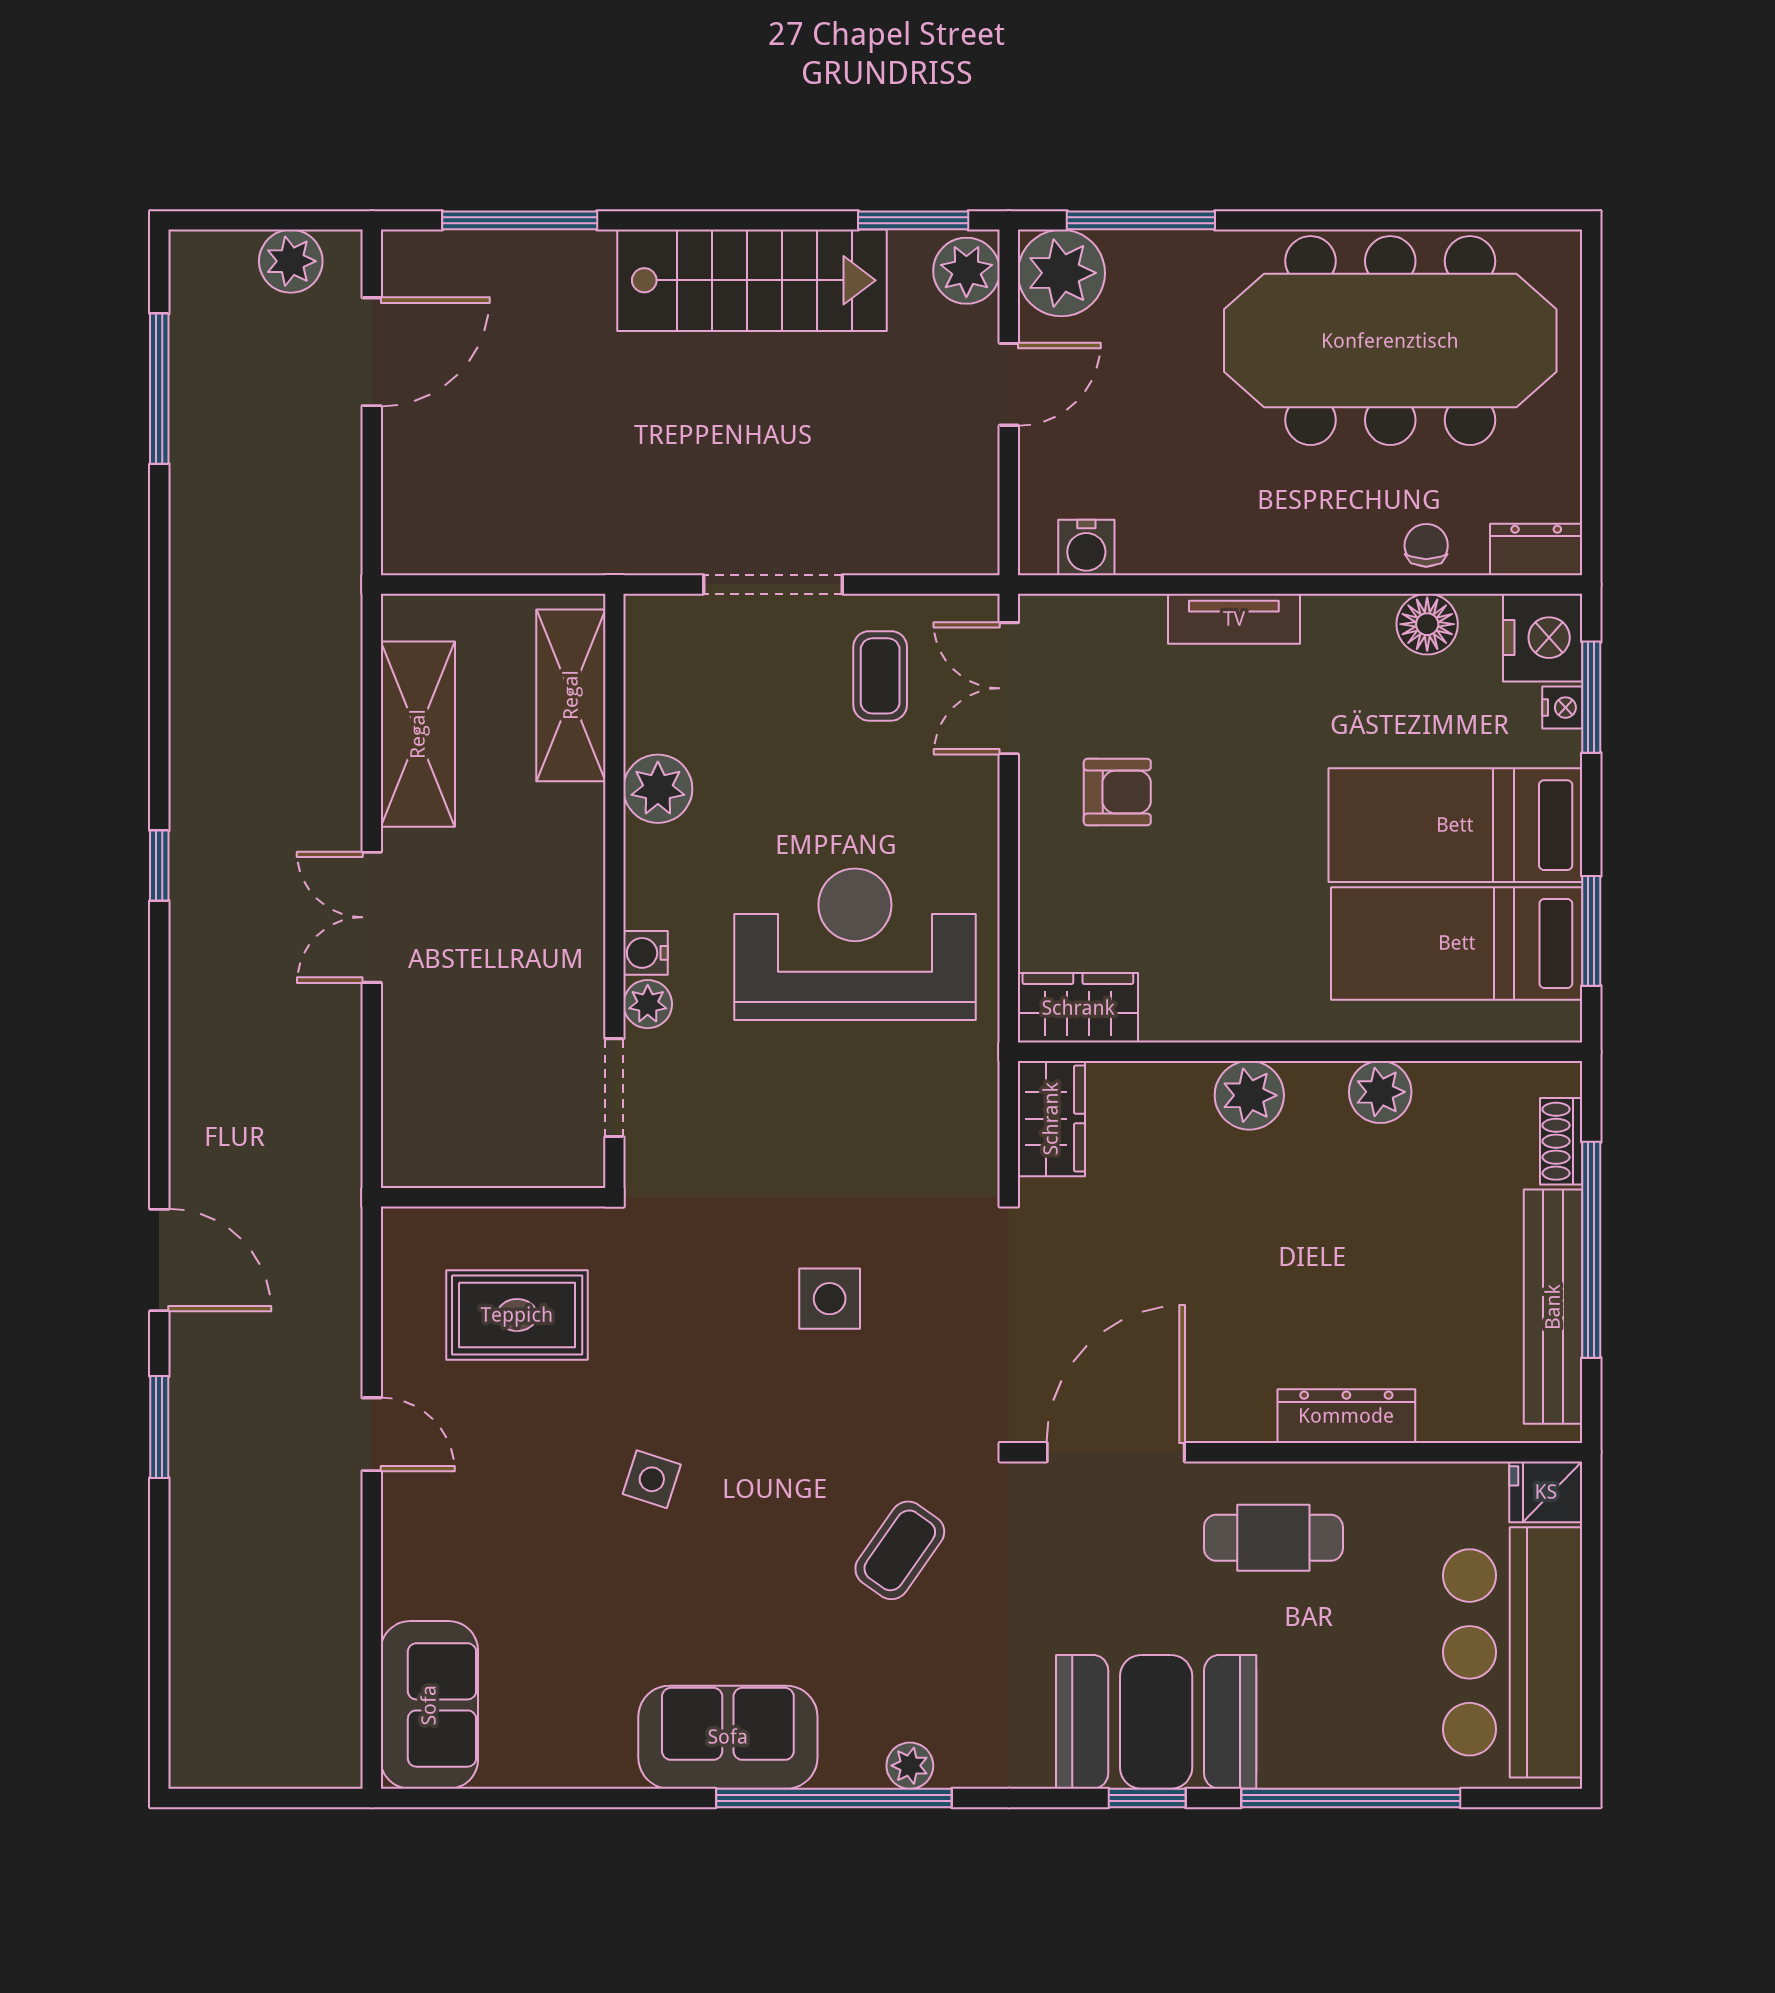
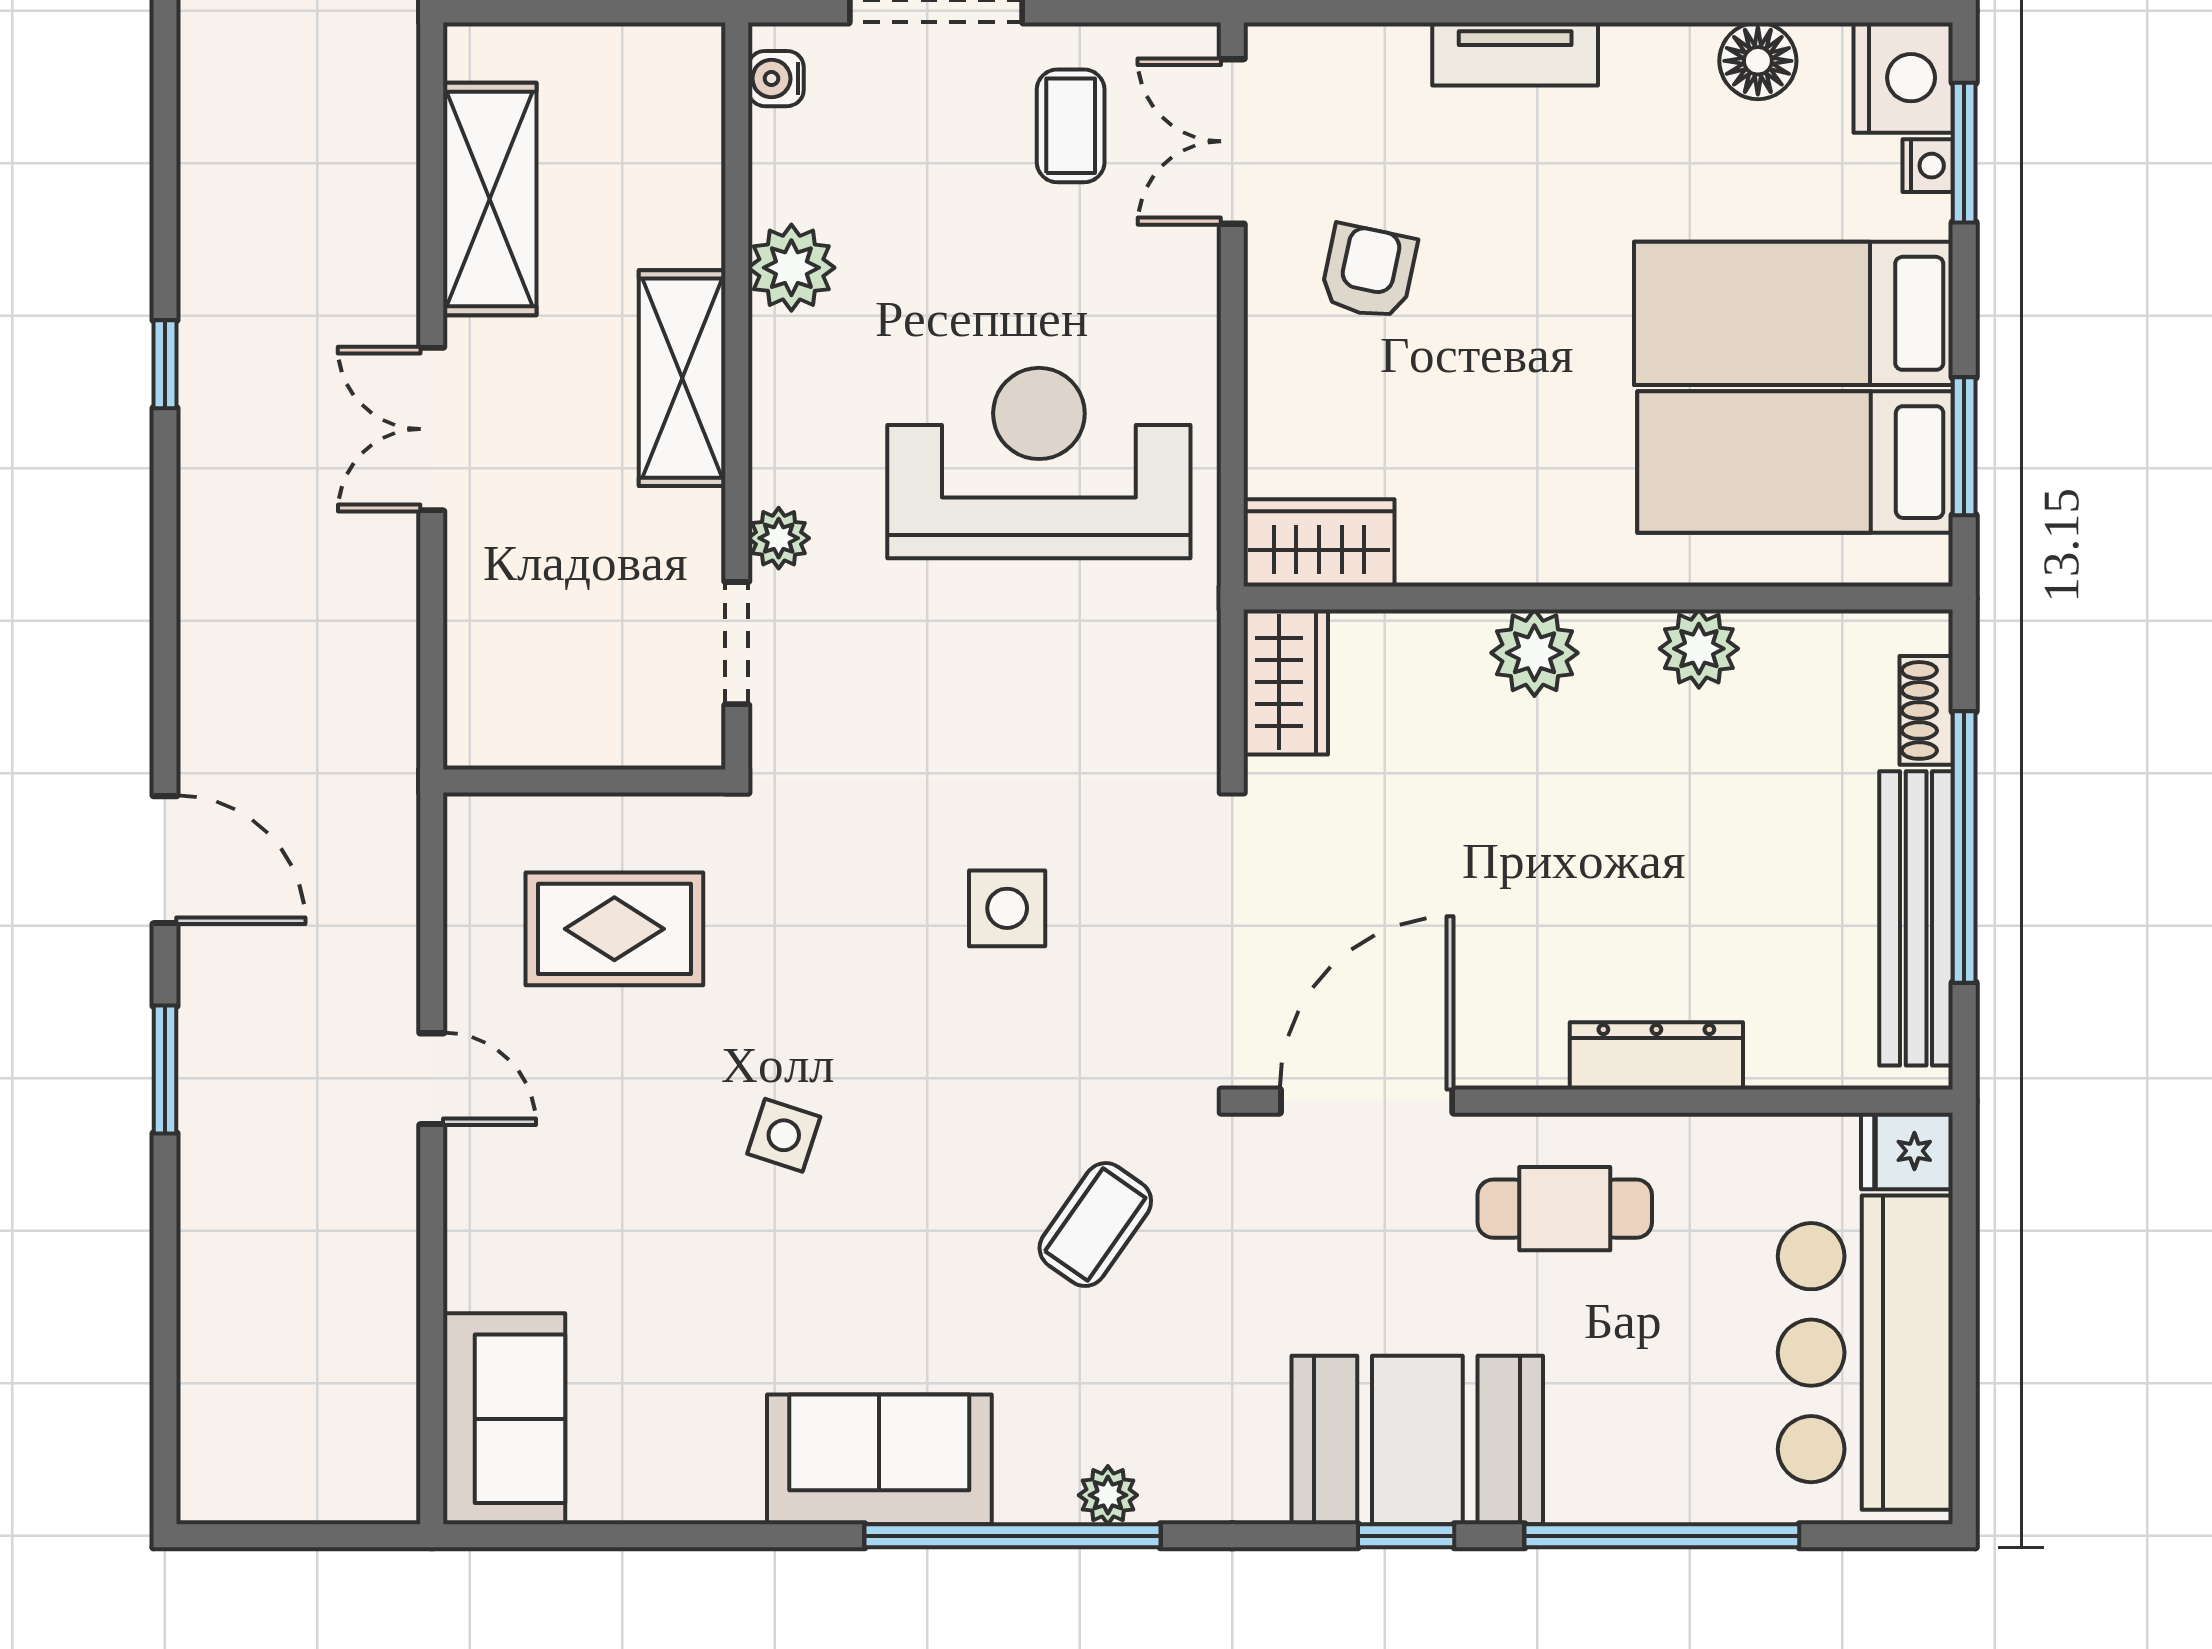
shelving: (571, 695) -> (682, 378), moved
armchair: (1117, 792) -> (1369, 272), turned -78
water cooler: (646, 953) -> (776, 79), moved

